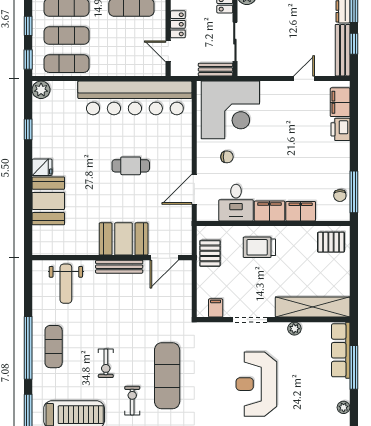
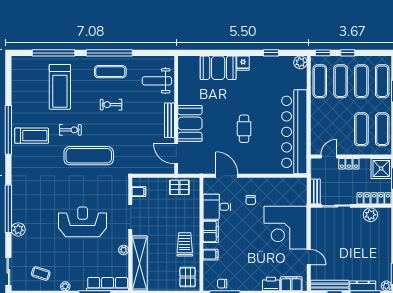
corner desk: (230, 110) -> (286, 228), moved
filing cabinet: (301, 211) -> (211, 255), width x0.50
trolley: (259, 247) -> (185, 244), moved
exercise bike: (106, 363) -> (111, 105), moved

